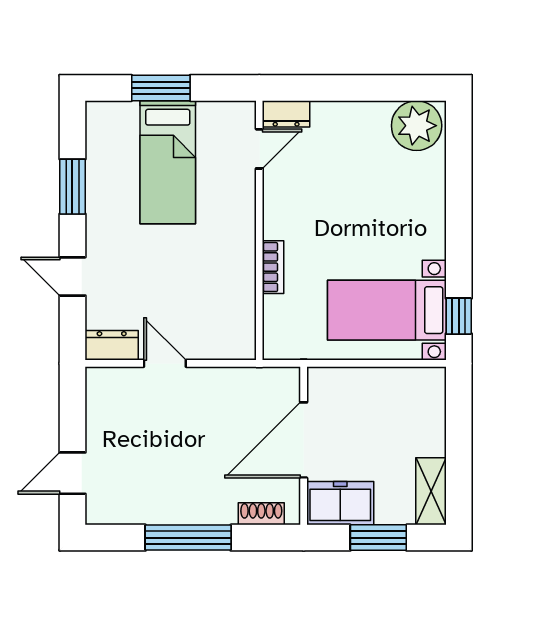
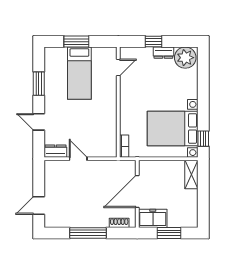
window: (342, 88) -> (153, 42), added
dresser: (286, 114) -> (163, 53), moved
bookcase: (273, 267) -> (124, 146), moved
bed with nightstands: (387, 310) -> (173, 128), width x1.36
shelving: (431, 491) -> (191, 174), moved

